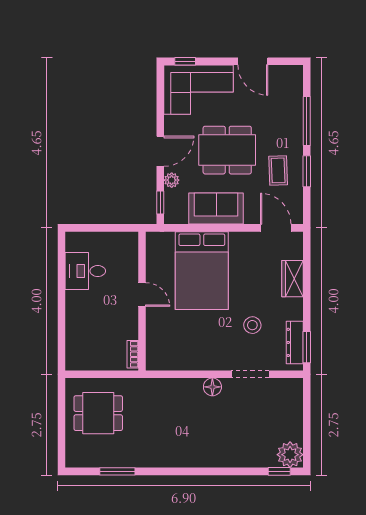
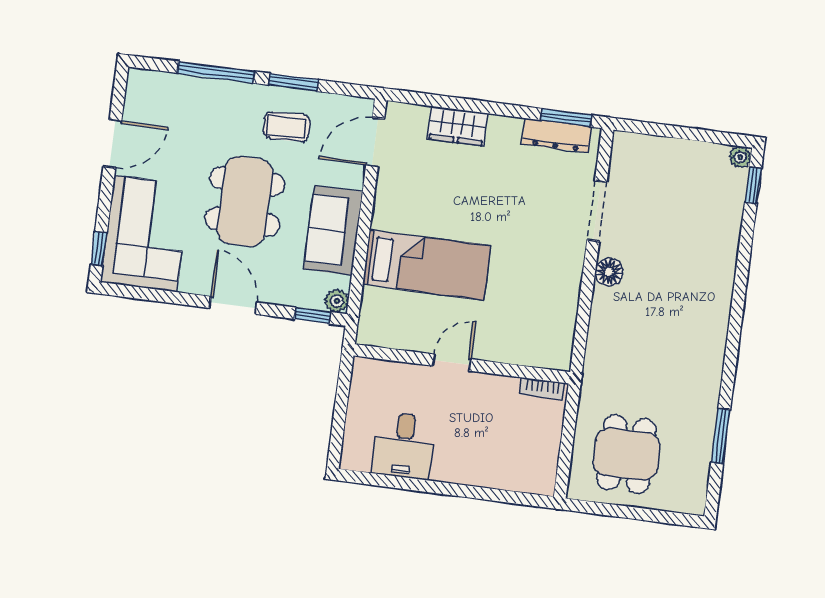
plant: (172, 180) -> (337, 301), moved
bed: (202, 271) -> (426, 265), width x0.67
stool: (252, 325) -> (521, 198), removed
plant: (290, 455) -> (740, 157), width x0.53, depth x0.53

